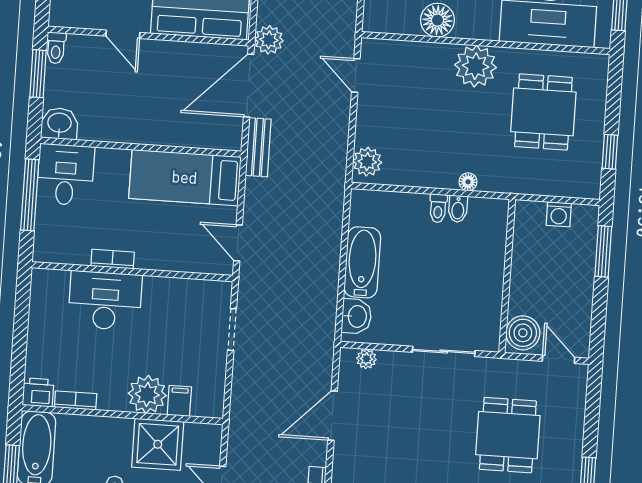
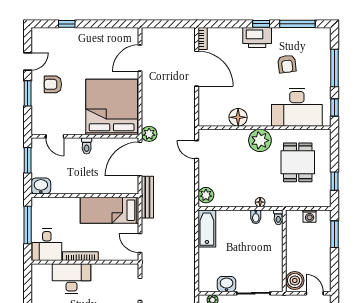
door: (123, 34) -> (55, 136), moved
toilet: (56, 48) -> (87, 146), moved
bench: (258, 147) -> (147, 197), width x1.36
desk: (65, 175) -> (47, 245), moved, turned 180
toilet: (438, 208) -> (278, 217), moved
bookcase: (113, 259) -> (80, 256), width x1.56
bathtub: (362, 262) -> (207, 228), moved
washbasin: (356, 316) -> (226, 284), moved, turned -90

